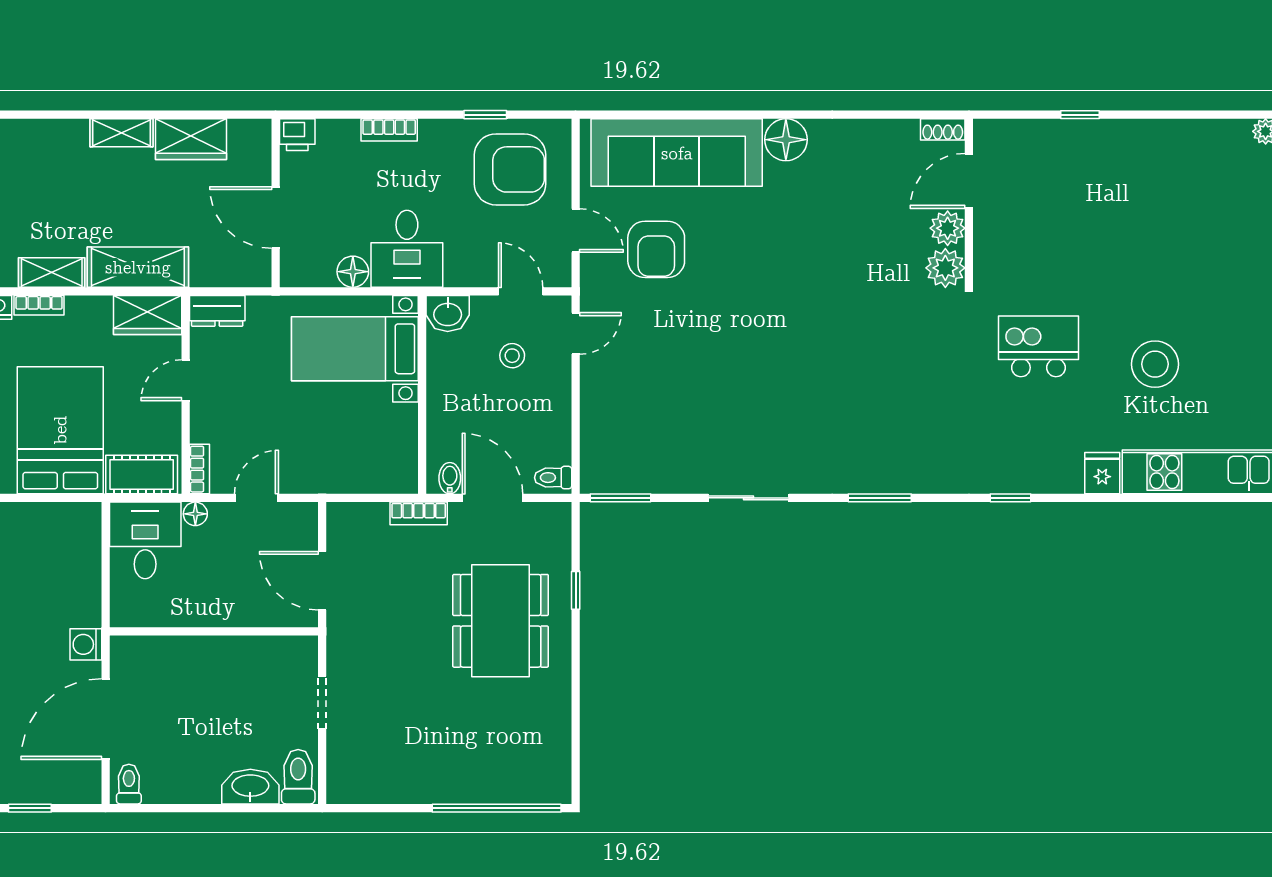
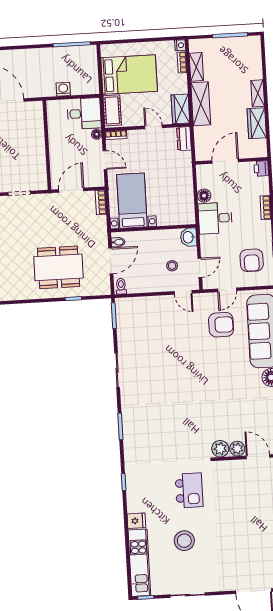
armchair: (510, 169) -> (252, 260), width x0.73, depth x0.73
armchair: (656, 249) -> (221, 325), turned 180
bed with nightstands: (355, 349) -> (132, 201), moved
bookcase: (419, 513) -> (101, 202), moved
washing machine: (86, 644) -> (63, 89), moved

